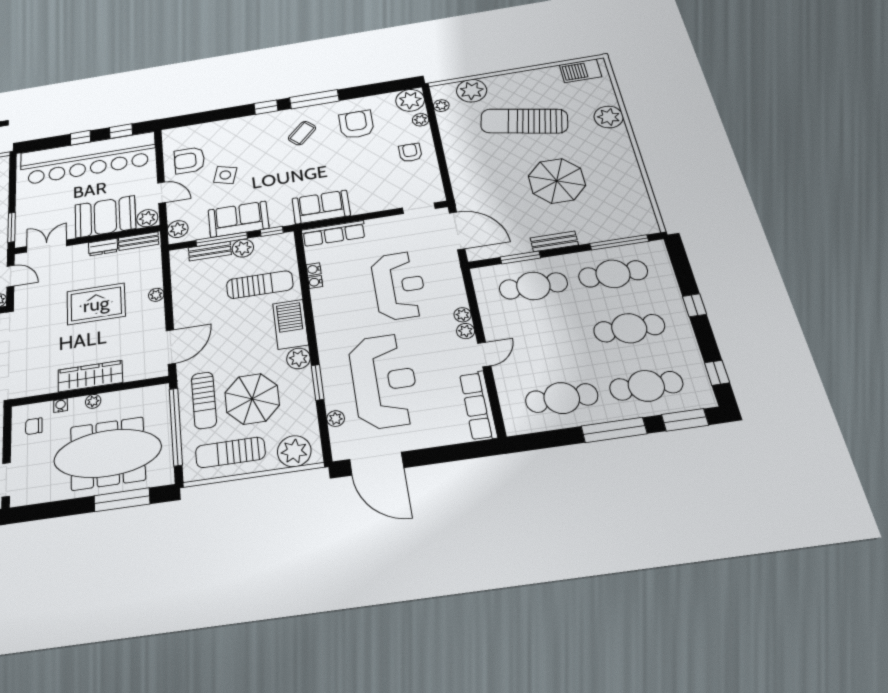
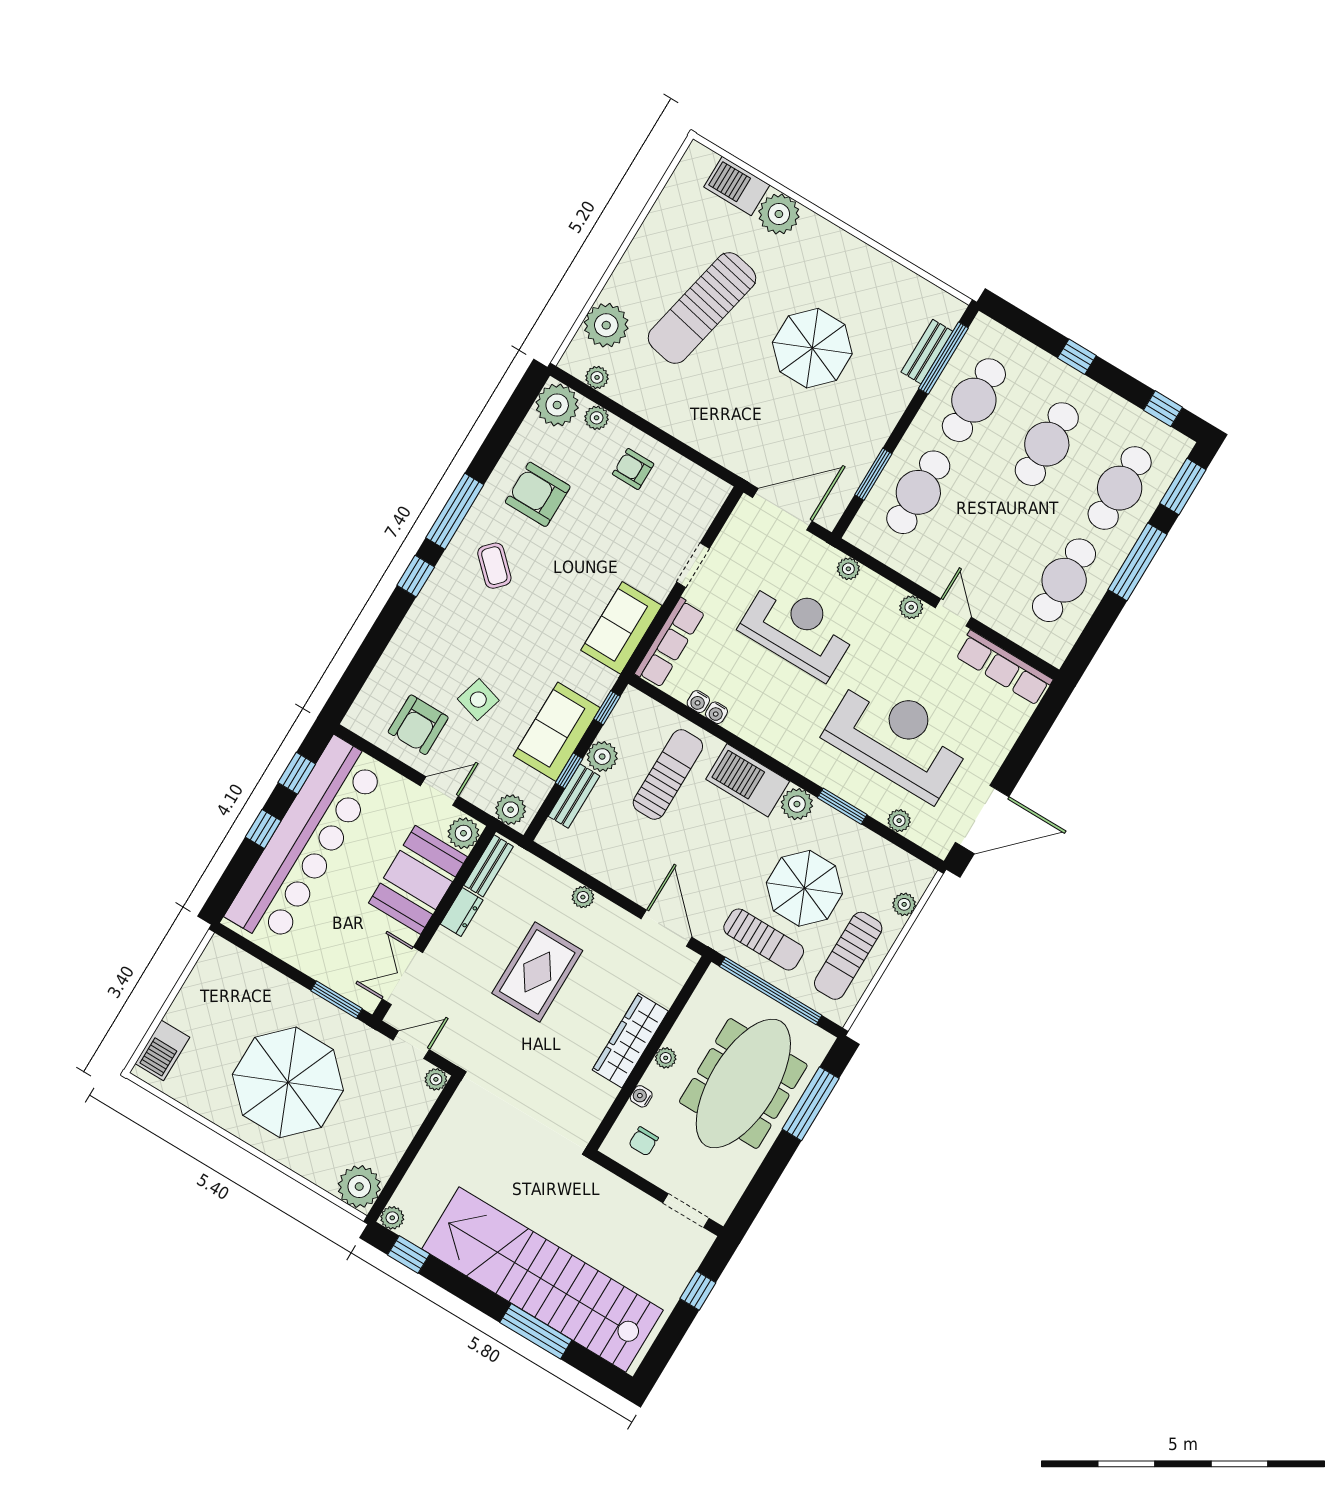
barbecue: (580, 71) -> (737, 186), moved, turned 90
doorway: (419, 208) -> (693, 565), moved
window: (222, 239) -> (569, 771), width x0.46
bench: (554, 241) -> (927, 352), moved
plant: (463, 315) -> (848, 569), moved
plant: (294, 451) -> (904, 904), width x0.53, depth x0.53

